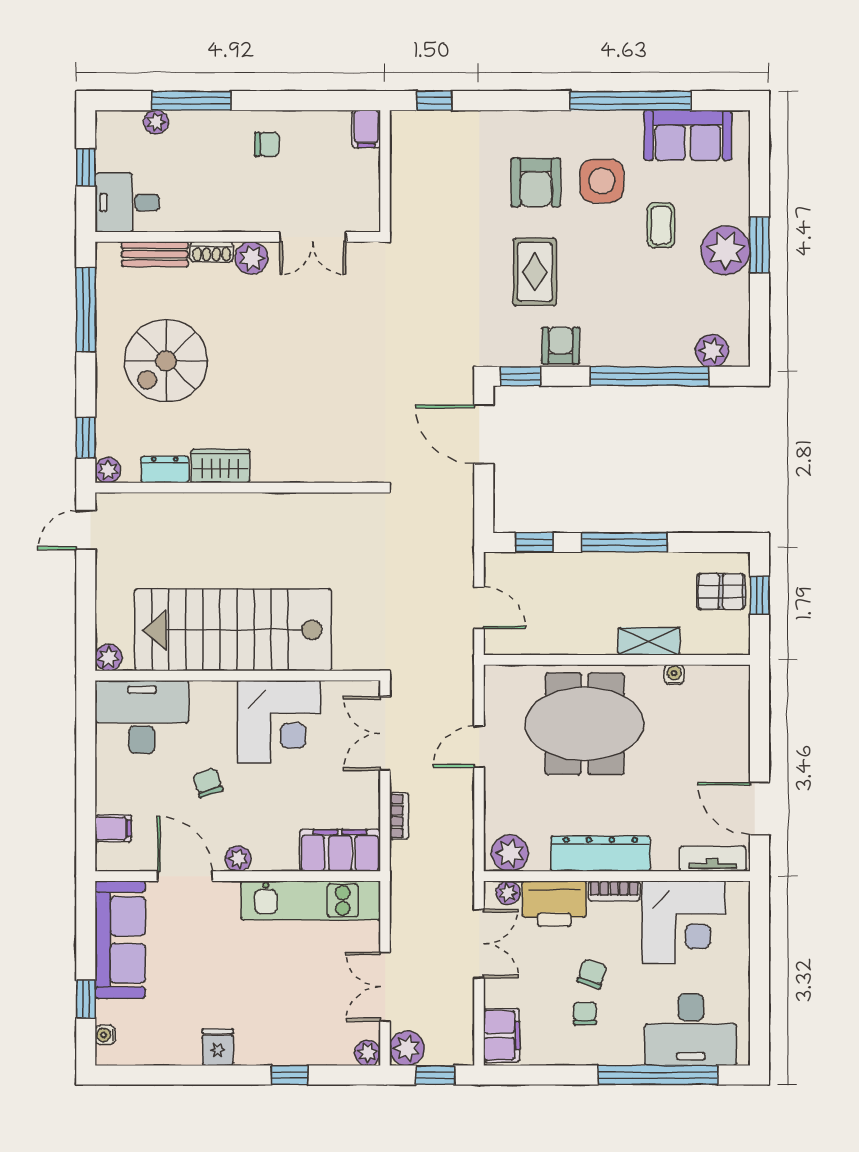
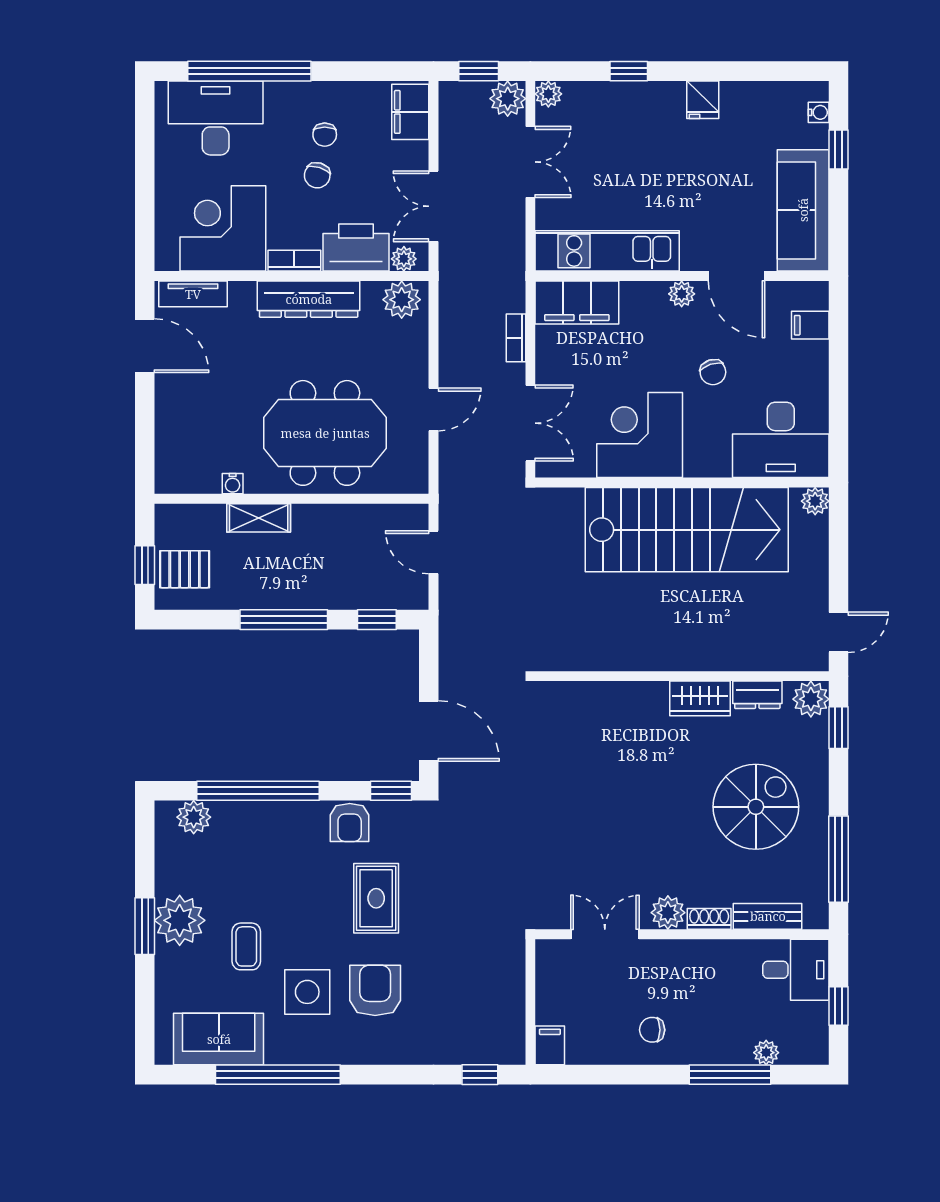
plant: (108, 470) -> (811, 699), width x1.38, depth x1.38

